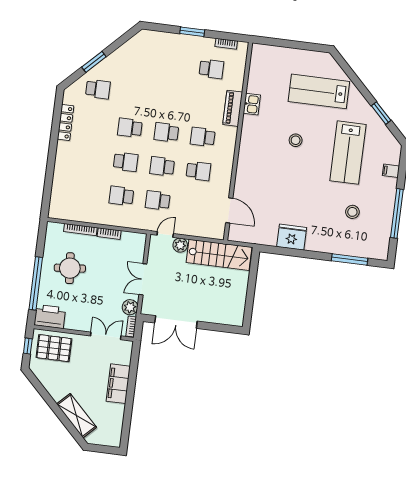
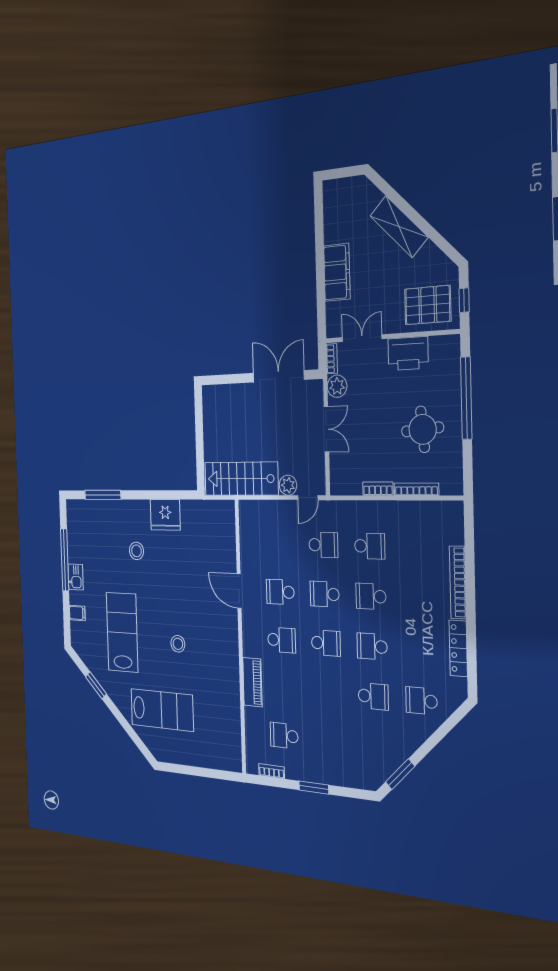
window: (94, 62) -> (400, 774), moved
school desk: (134, 94) -> (373, 696), added
kitchen sink: (252, 104) -> (76, 577), moved, turned 180
school desk: (130, 128) -> (372, 646), turned 180
bookcase: (60, 165) -> (458, 582), added
school desk: (162, 166) -> (325, 594), turned 180
door: (229, 210) -> (239, 591), moved
stool: (352, 212) -> (136, 551), moved
printer: (50, 317) -> (408, 353), moved
double door: (106, 336) -> (362, 338), swing flipped
shelving: (76, 416) -> (399, 227), moved

